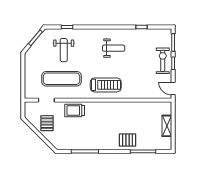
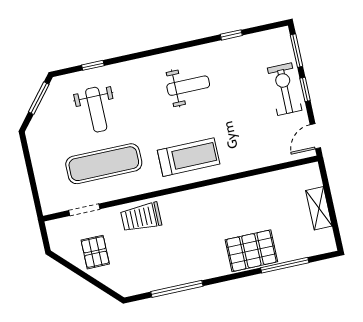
door: (173, 88) -> (315, 136), hinge flipped
pallet: (127, 140) -> (251, 251), width x1.50, depth x1.42

